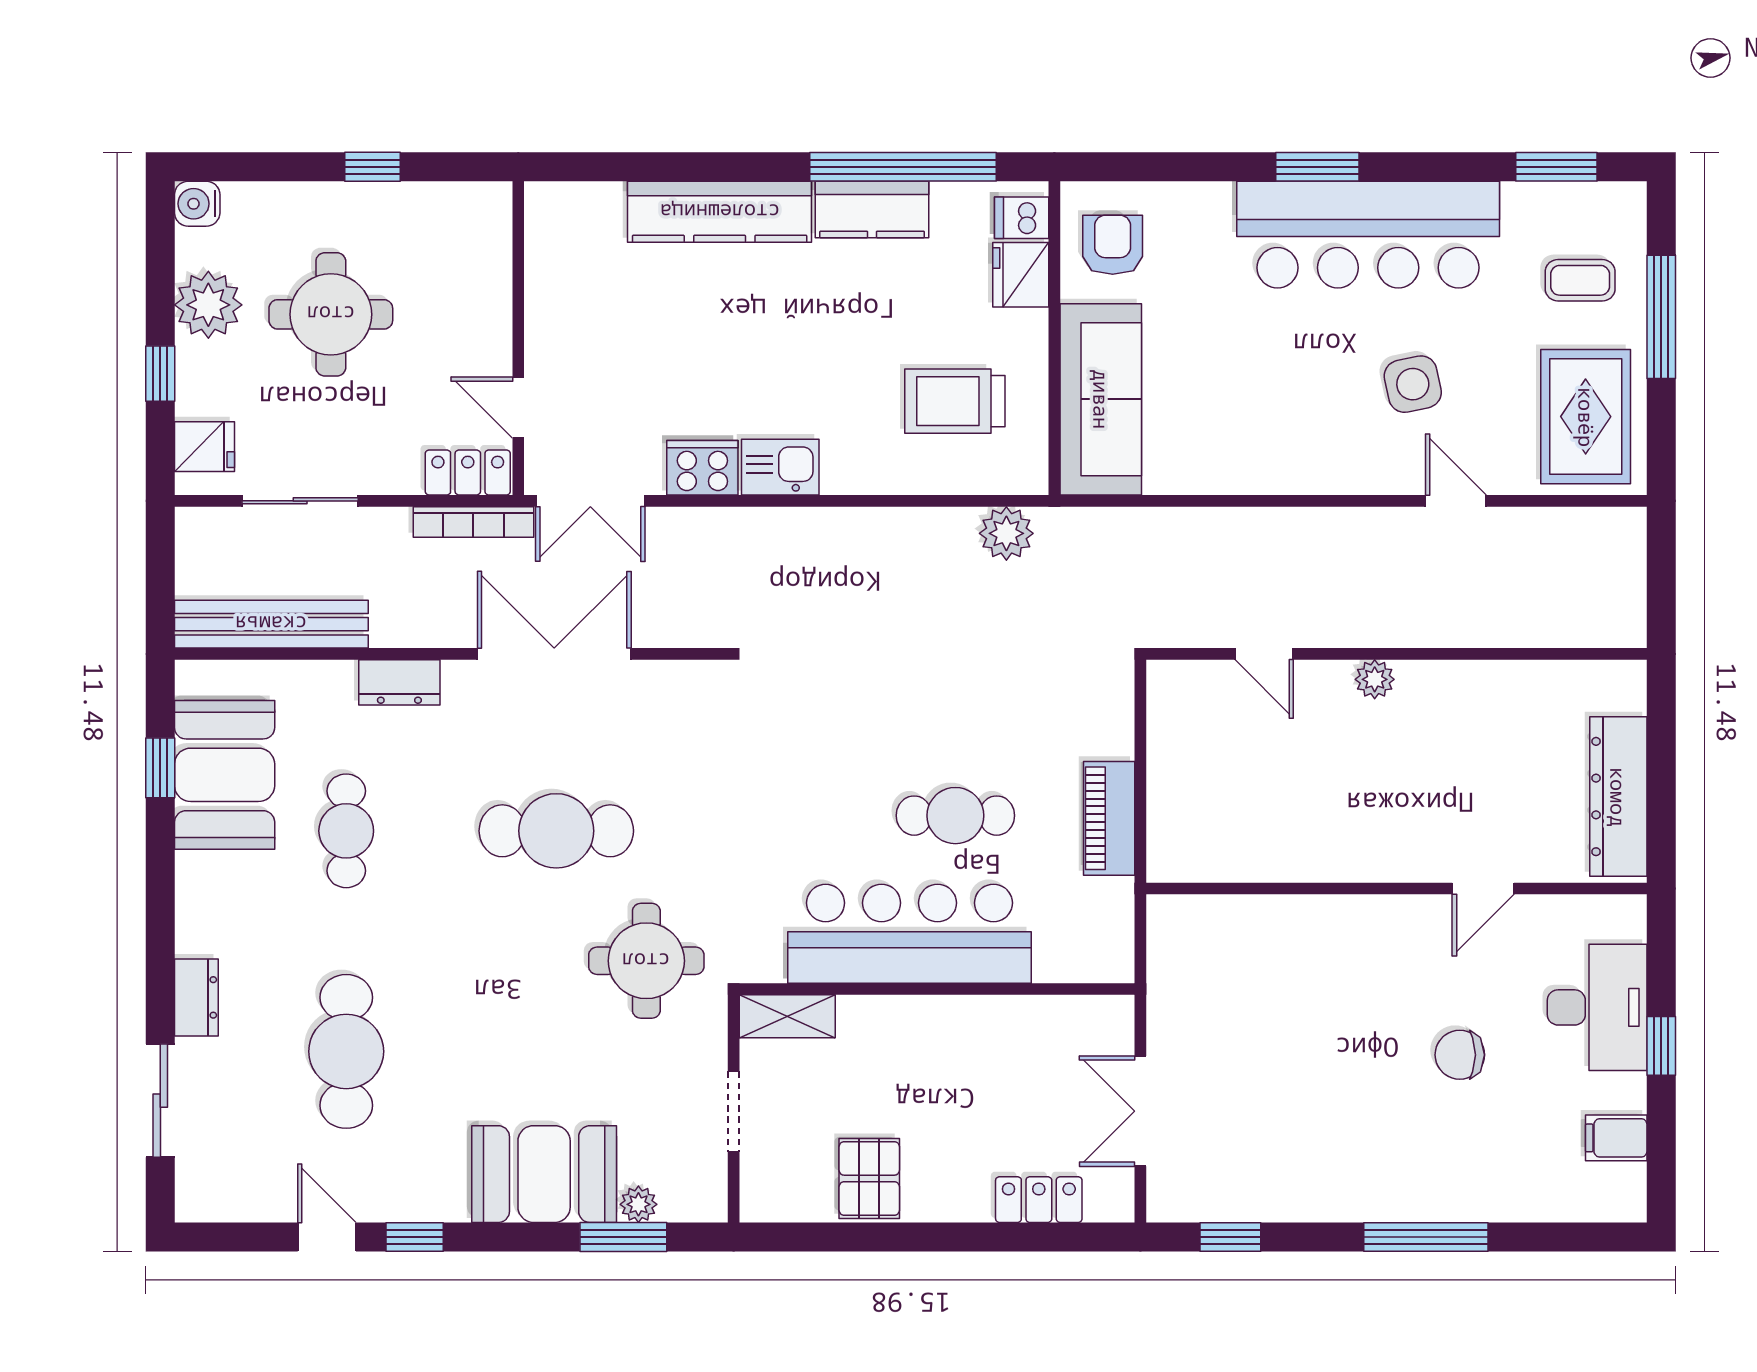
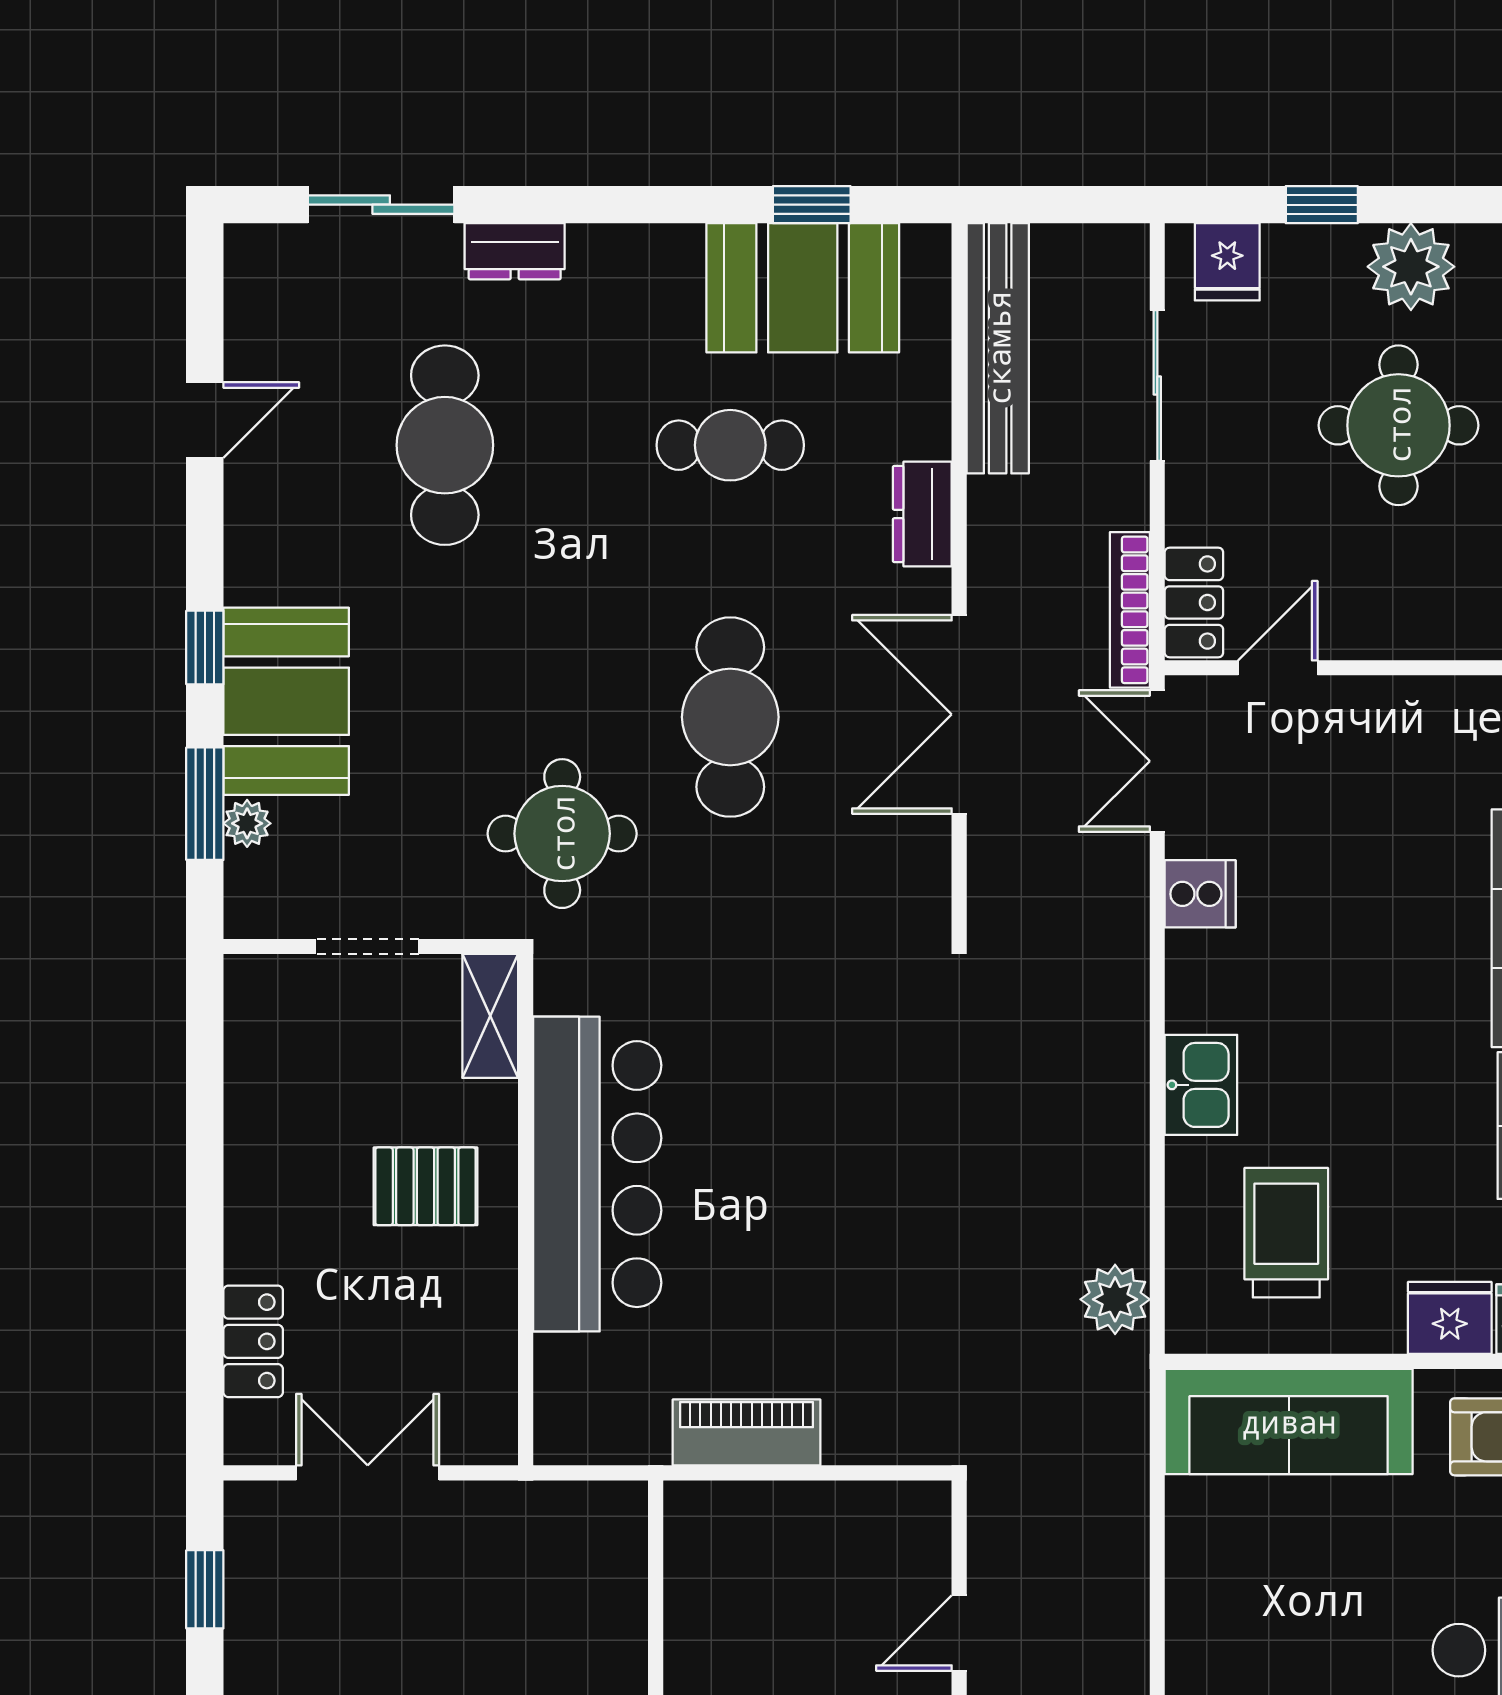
kitchen sink: (780, 467) -> (1201, 1085), moved
cooker: (702, 468) -> (1200, 894), width x0.73
double door: (554, 654) -> (959, 714), swing flipped
cafe table: (955, 816) -> (750, 1233), removed
cafe table: (346, 1051) -> (445, 445), turned 90
pallet: (869, 1178) -> (426, 1186), moved
window: (415, 1237) -> (205, 647), moved

